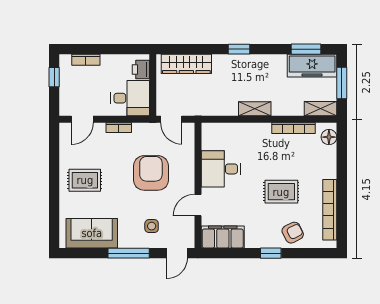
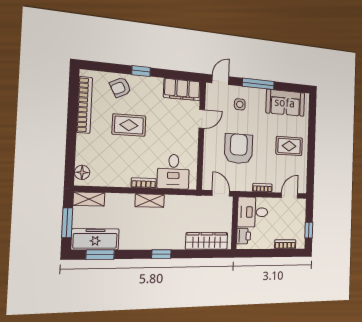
bookcase: (293, 128) -> (144, 183), moved, width x0.64
desk: (221, 169) -> (173, 172), moved, turned 90
armchair: (151, 173) -> (239, 149), turned 180

